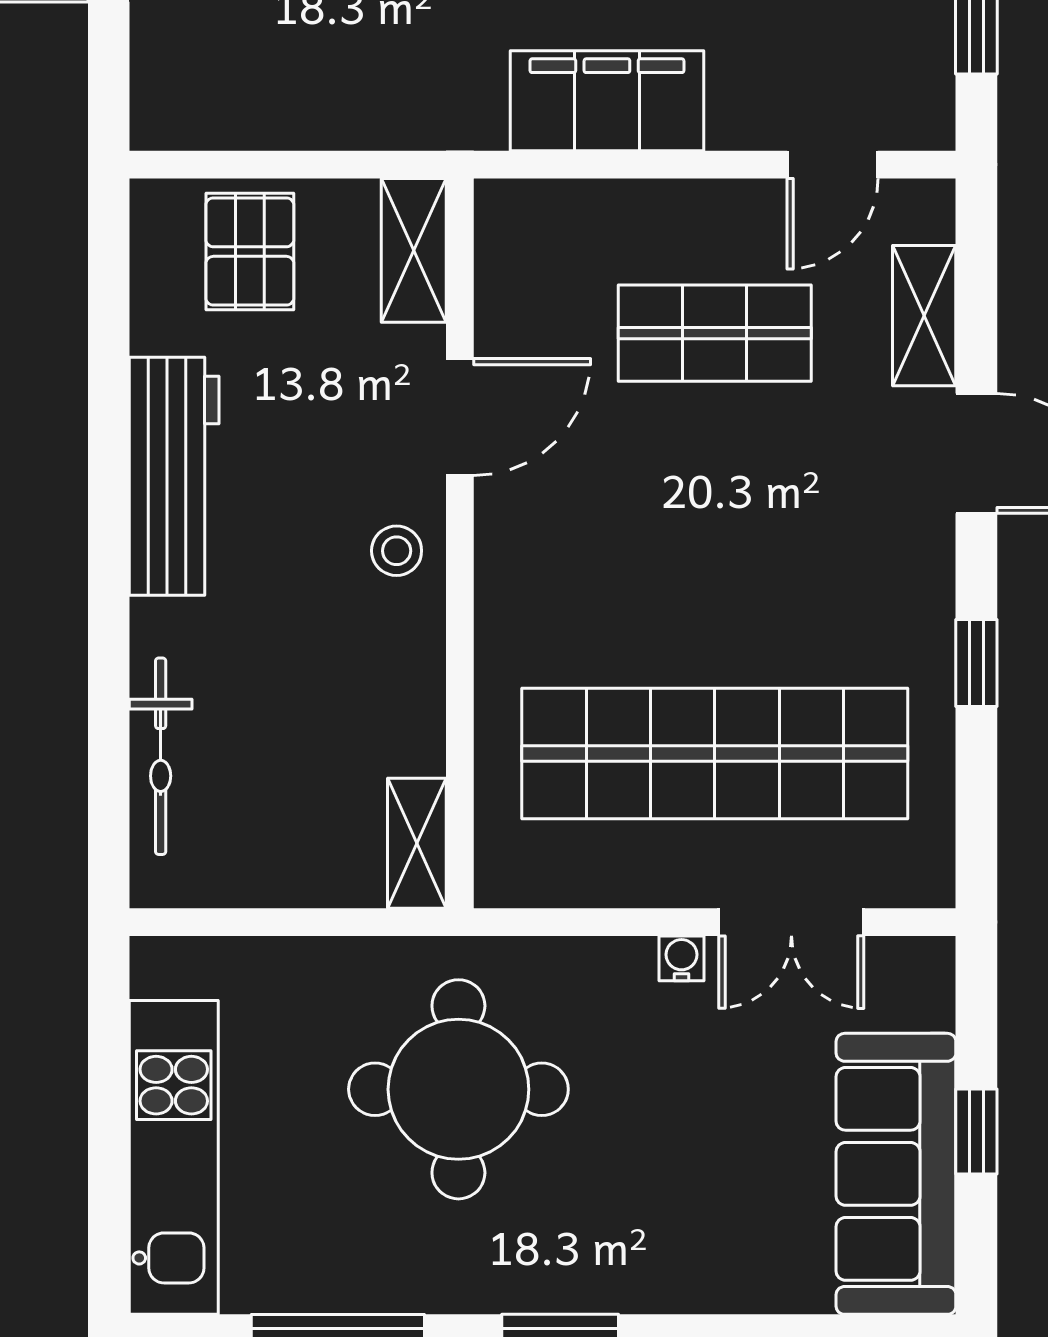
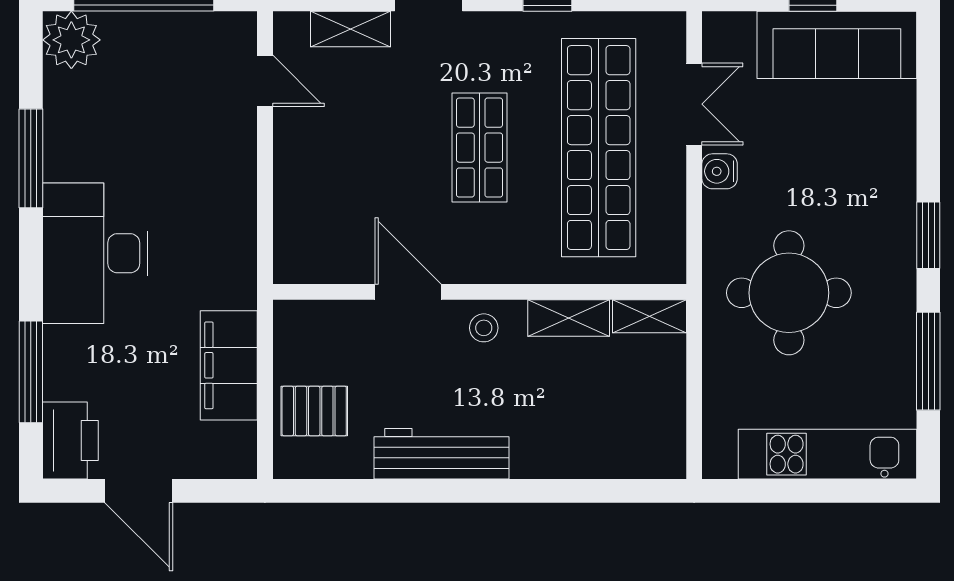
filing cabinet: (607, 101) -> (229, 365), moved
shelving: (414, 250) -> (569, 318), moved
shop shelf: (715, 333) -> (480, 148), moved
bicycle: (161, 756) -> (600, 462), removed
water cooler: (681, 958) -> (720, 171), width x1.38, depth x1.38

